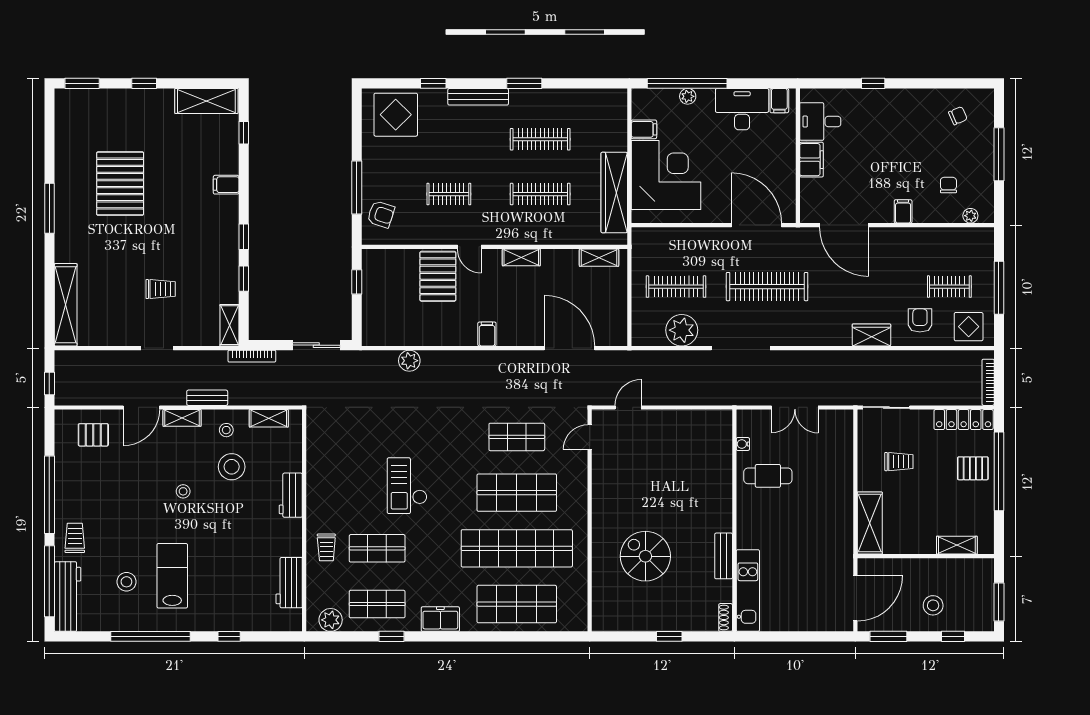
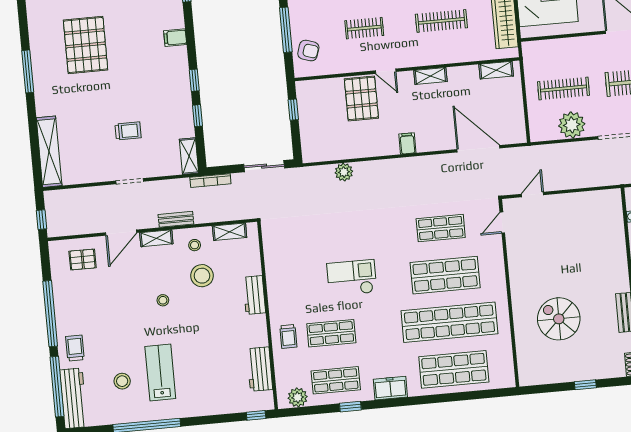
checkout: (407, 486) -> (352, 278), turned 90
window: (229, 636) -> (256, 415), moved

